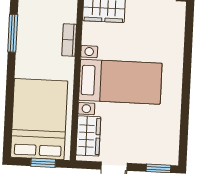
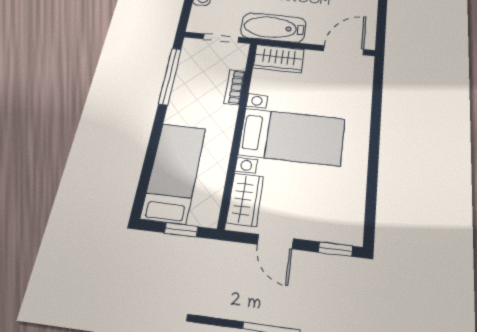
window: (13, 33) -> (170, 76), width x1.44
bed: (39, 119) -> (174, 172), width x0.67

